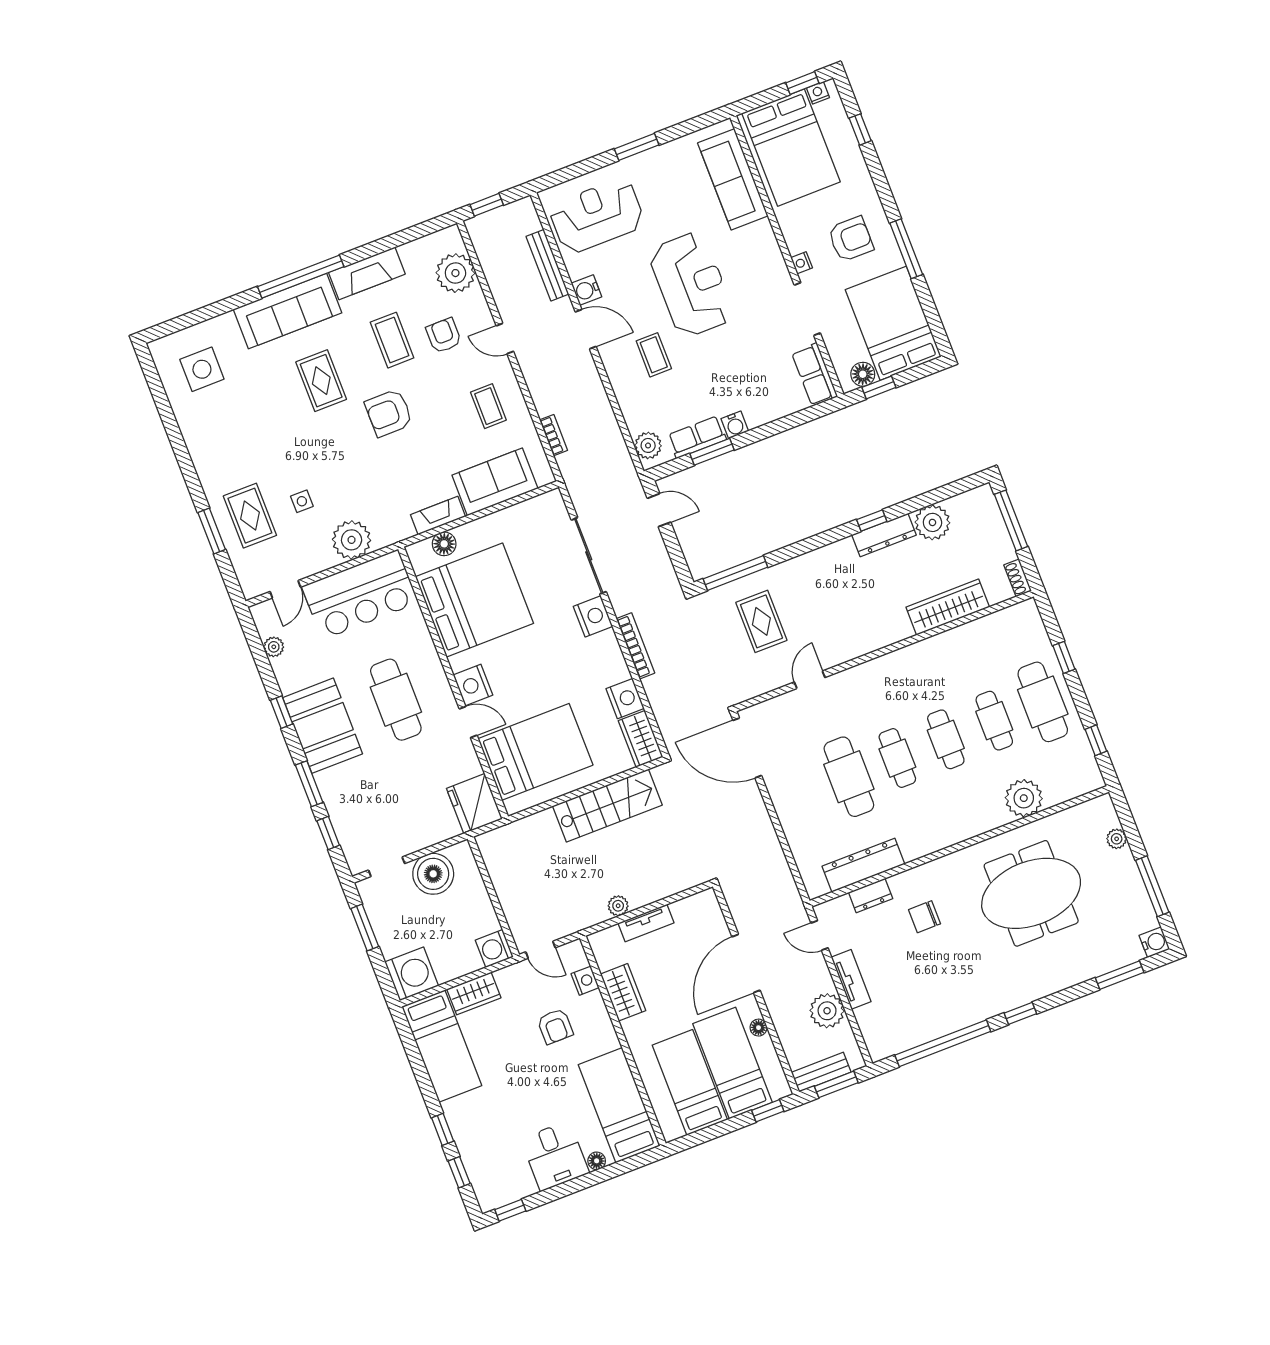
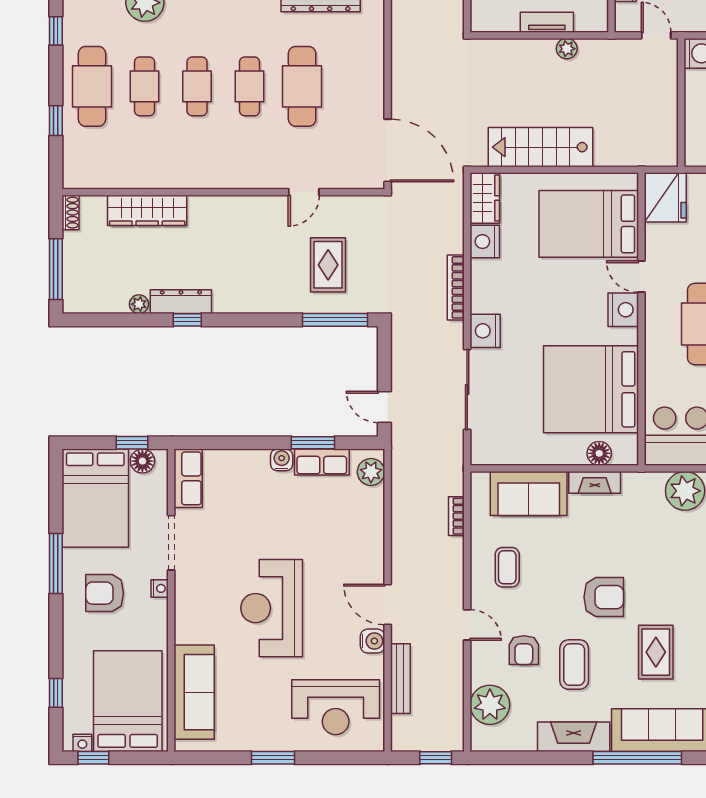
coffee table: (654, 355) -> (333, 555), removed
plant: (932, 522) -> (139, 304), width x0.53, depth x0.53

